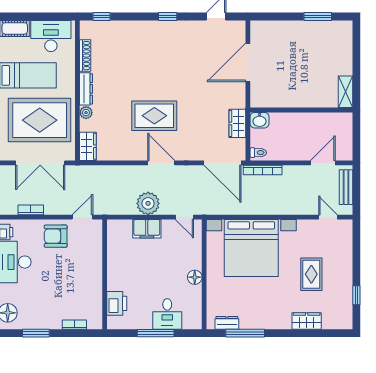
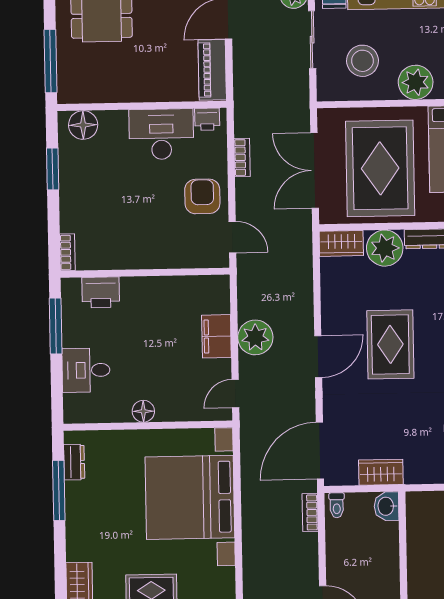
plant: (86, 113) -> (385, 248), width x1.88, depth x1.88
bookcase: (263, 170) -> (310, 513), width x0.64
bookcase: (74, 325) -> (67, 252), moved
window: (156, 333) -> (56, 326), moved

